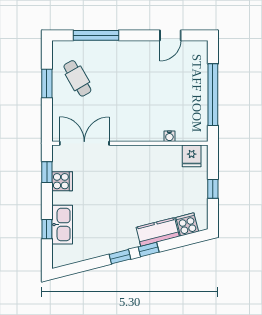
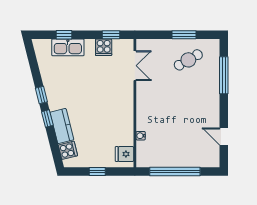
double door: (84, 143) -> (135, 66), width x0.73

